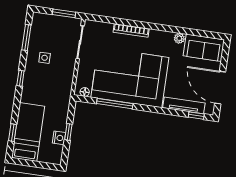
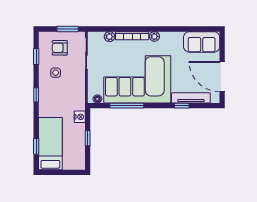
plant: (107, 28) -> (109, 37), added
armchair: (53, 32) -> (60, 48), added
window: (26, 38) -> (36, 56), width x0.67
plant: (179, 38) -> (155, 36), moved
window: (196, 116) -> (182, 106), moved
nightstand: (59, 138) -> (80, 117), moved

